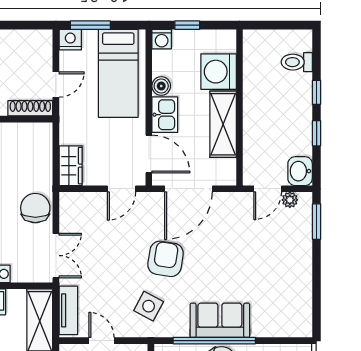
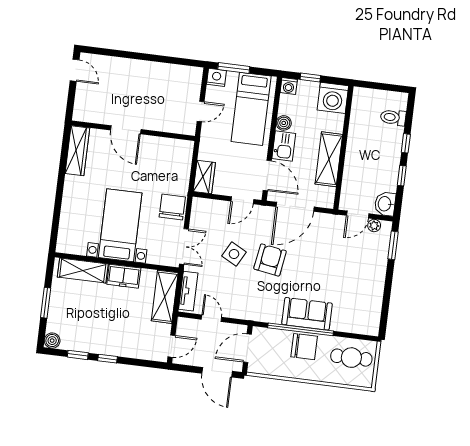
washing machine: (219, 72) -> (333, 98), moved, turned -90
shoe rack: (30, 108) -> (178, 128), removed
side table: (149, 306) -> (234, 254), moved

